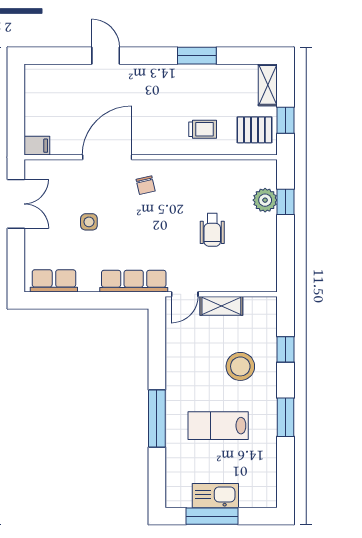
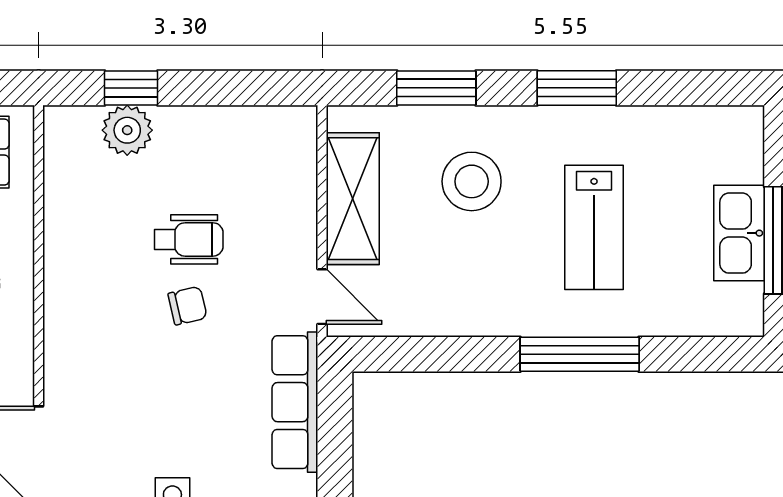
chair: (146, 185) -> (187, 306), moved
shelving: (221, 306) -> (353, 199), width x1.50, depth x1.33
window: (285, 349) -> (436, 88), width x1.50

